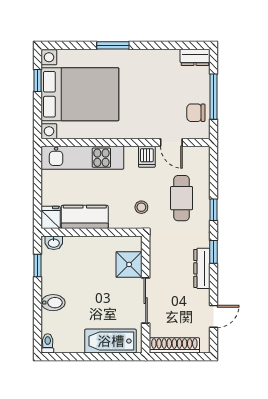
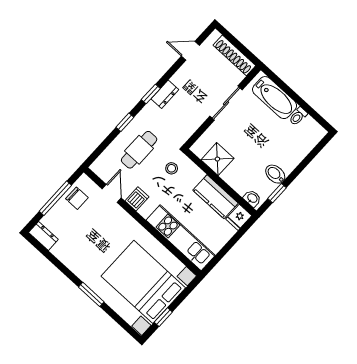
shower: (129, 264) -> (217, 159), moved
dresser: (202, 268) -> (165, 94), width x0.70
bidet: (53, 303) -> (275, 174), moved
toilet: (48, 343) -> (298, 116), moved

